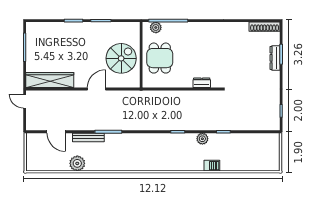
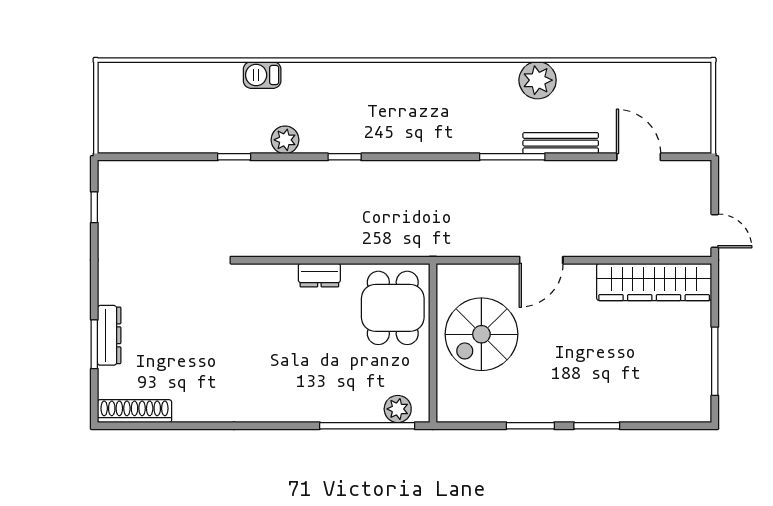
dining table: (160, 58) -> (393, 308), moved
dresser: (202, 83) -> (319, 275), moved
plant: (77, 163) -> (538, 80), moved

